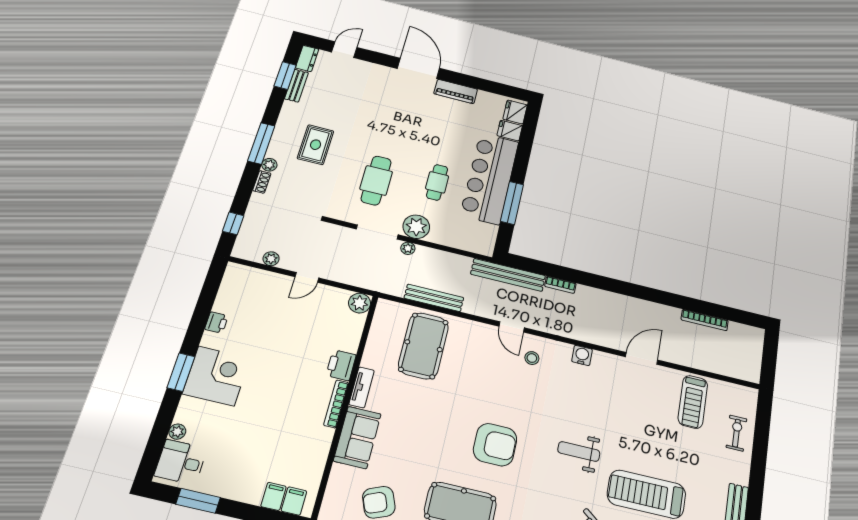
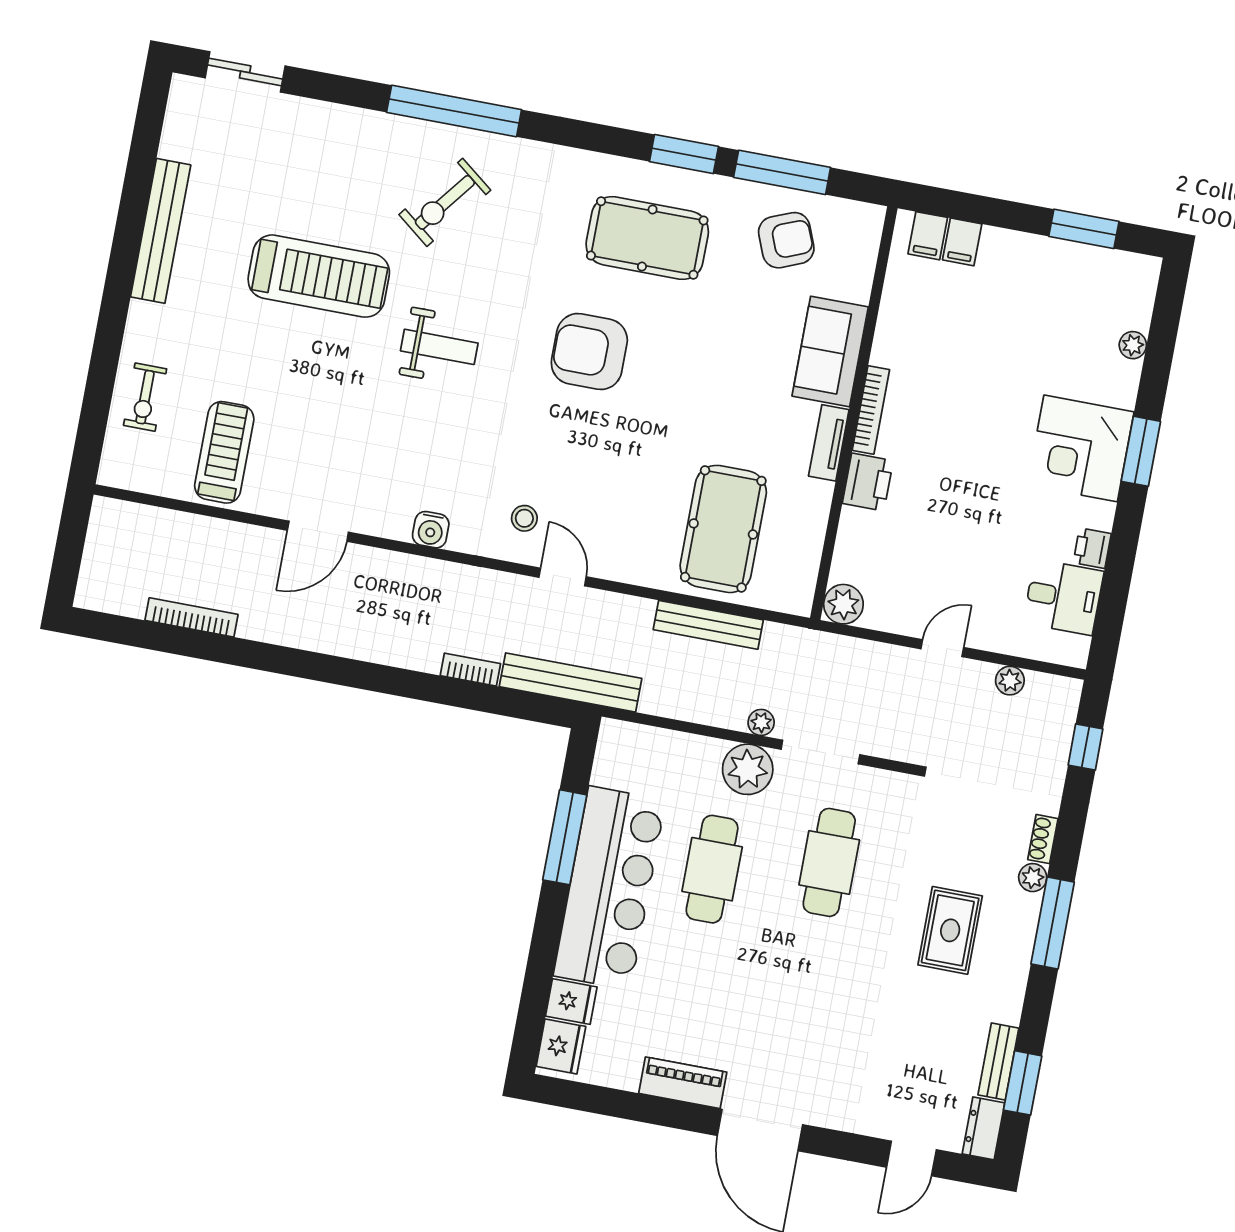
cafe table: (437, 182) -> (712, 869), width x1.37, depth x1.35
desk: (181, 462) -> (1063, 597), moved

